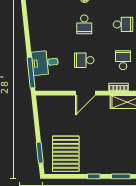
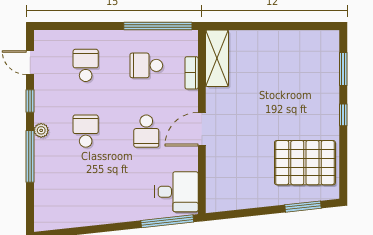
school desk: (84, 24) -> (86, 131), turned -90
desk: (45, 63) -> (176, 192), moved, turned -84
door: (85, 93) -> (202, 129), swing flipped

